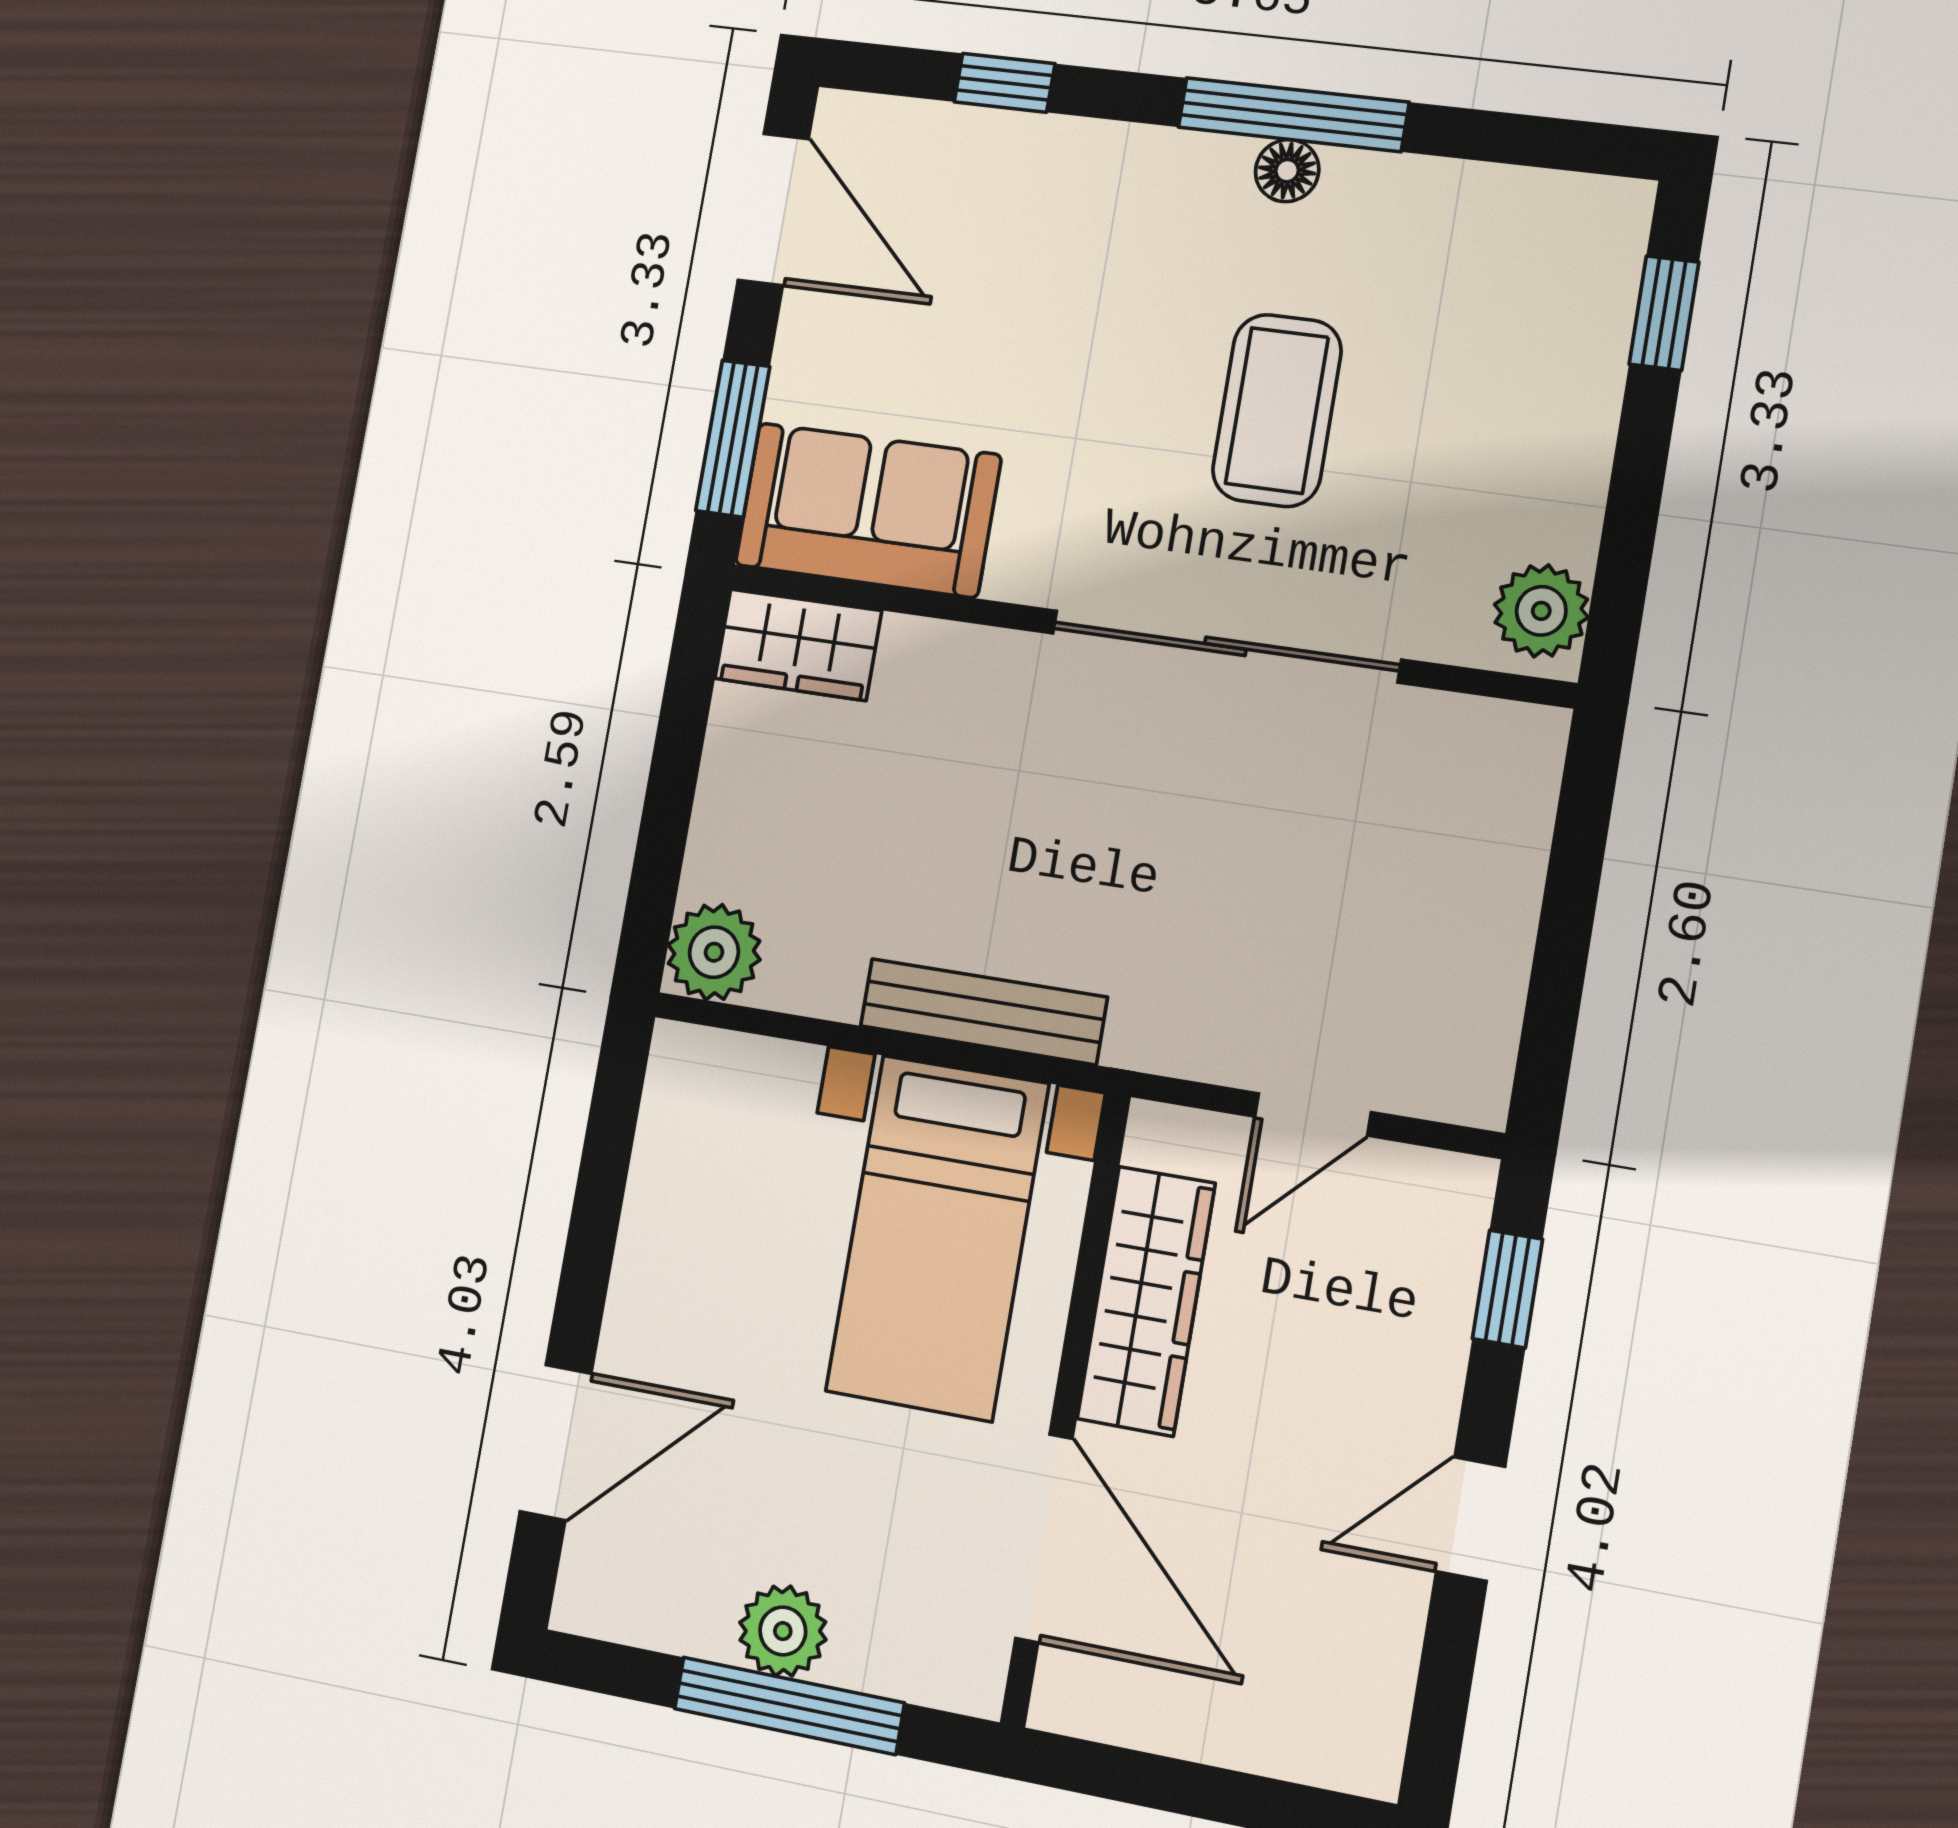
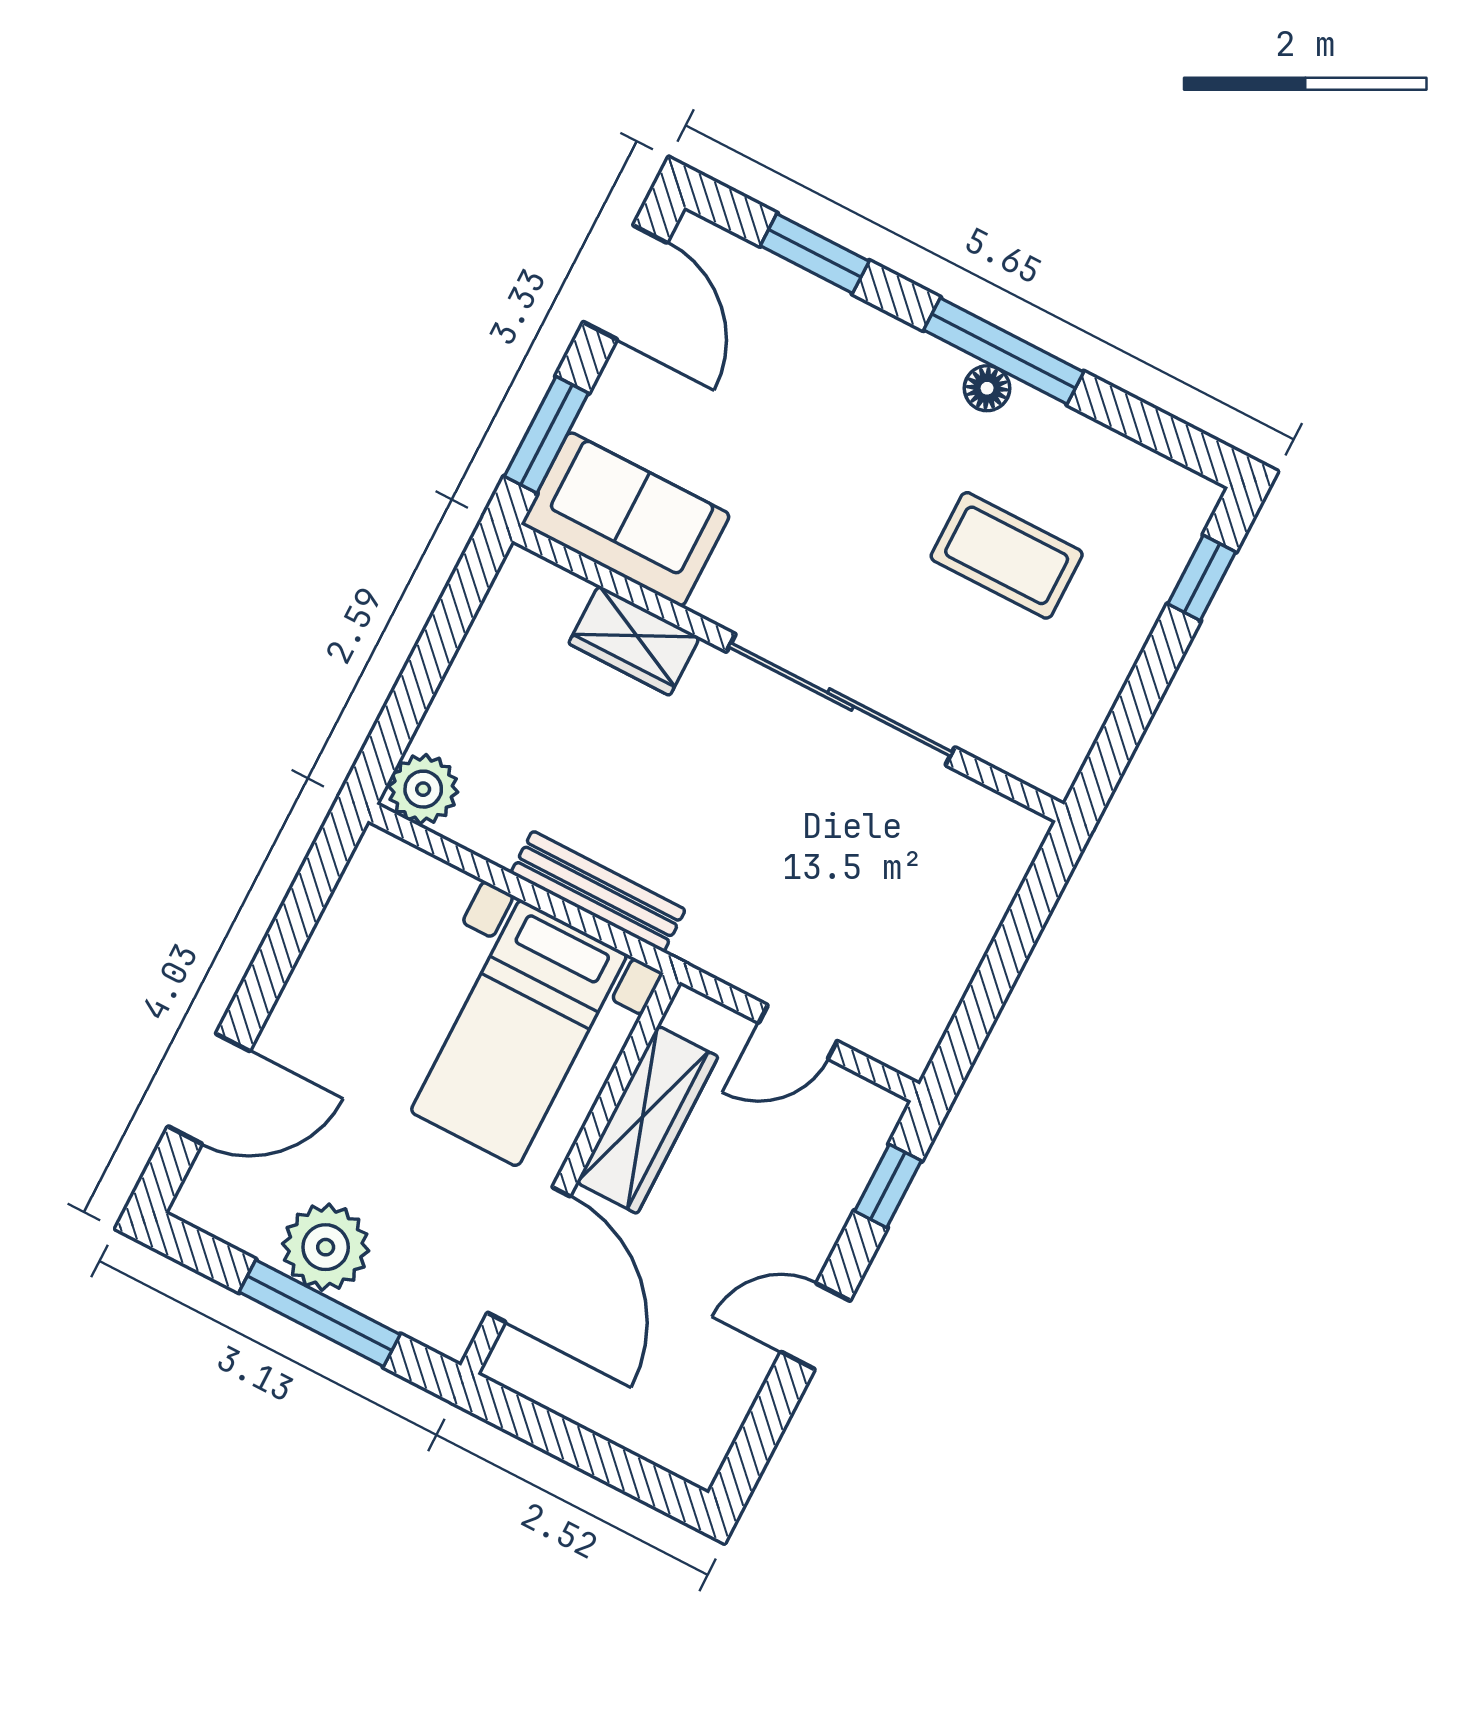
window: (1005, 83) -> (815, 253), width x1.50
coffee table: (1277, 410) -> (1007, 555), moved, turned 90
plant: (1541, 611) -> (1056, 749), removed
wardrobe: (798, 645) -> (634, 640), moved
plant: (783, 1631) -> (326, 1247), width x1.36, depth x1.36

